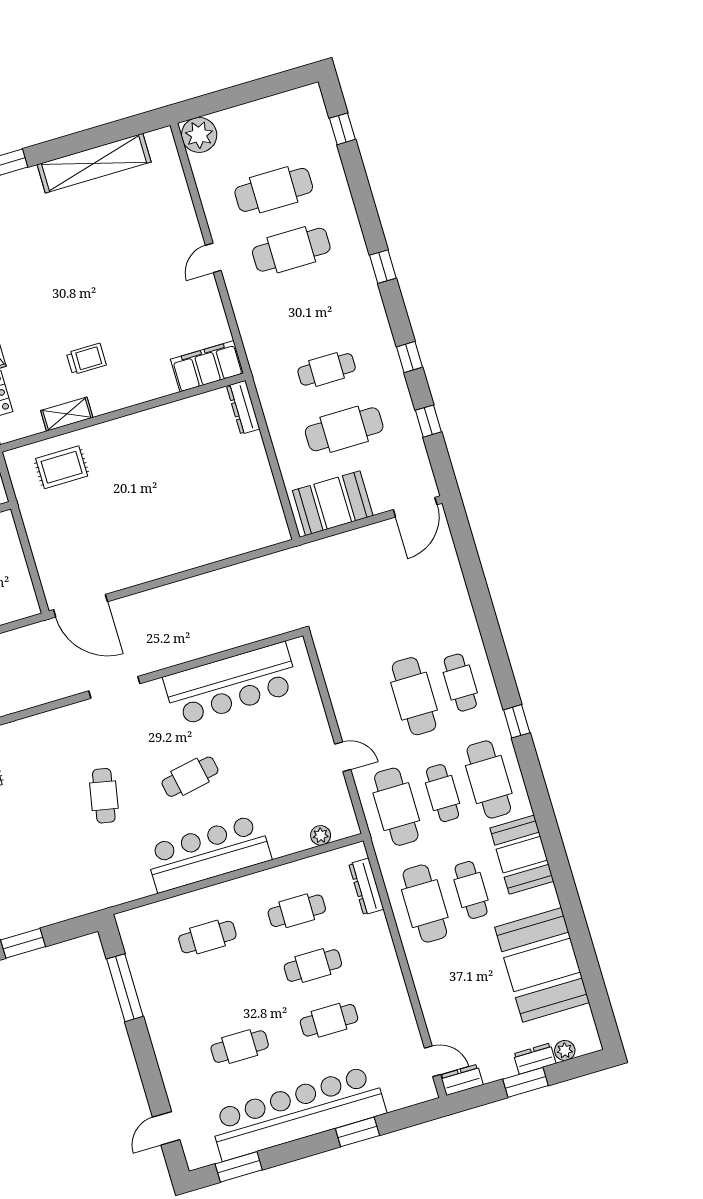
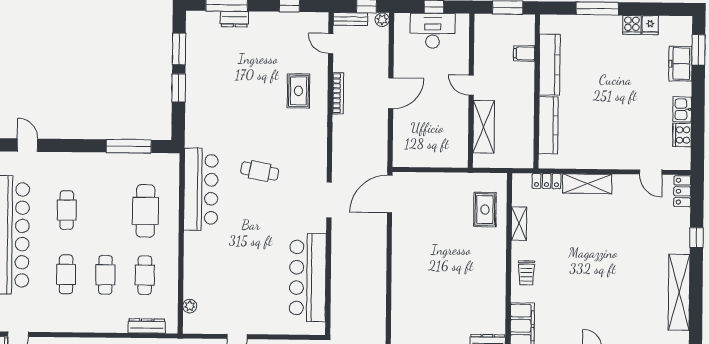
trolley: (86, 359) -> (526, 273), moved
cafe table: (190, 777) -> (255, 232), removed
bar counter: (208, 853) -> (201, 189), moved
cafe table: (207, 937) -> (145, 211), width x1.37, depth x1.35

